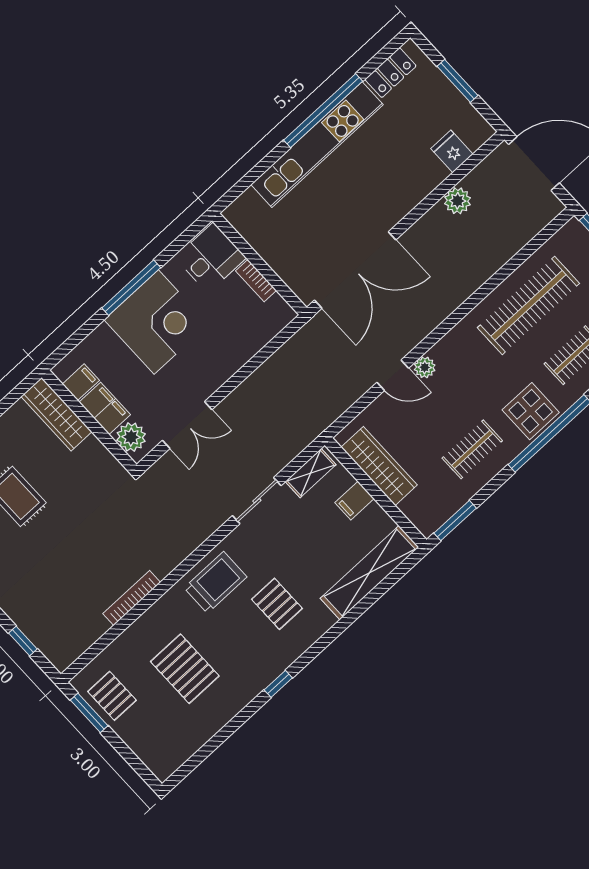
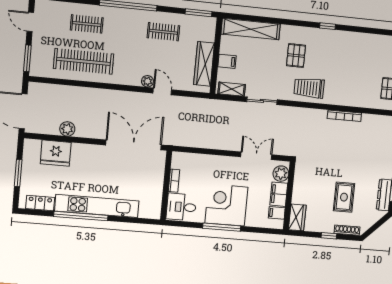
fridge: (452, 151) -> (56, 153), width x1.88, depth x1.34
display table: (531, 411) -> (126, 21), removed
wardrobe: (56, 414) -> (297, 217), width x0.67
pallet: (185, 669) -> (354, 69), removed

